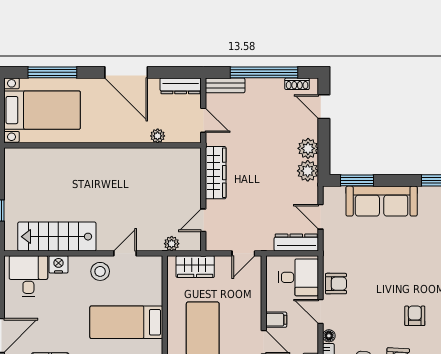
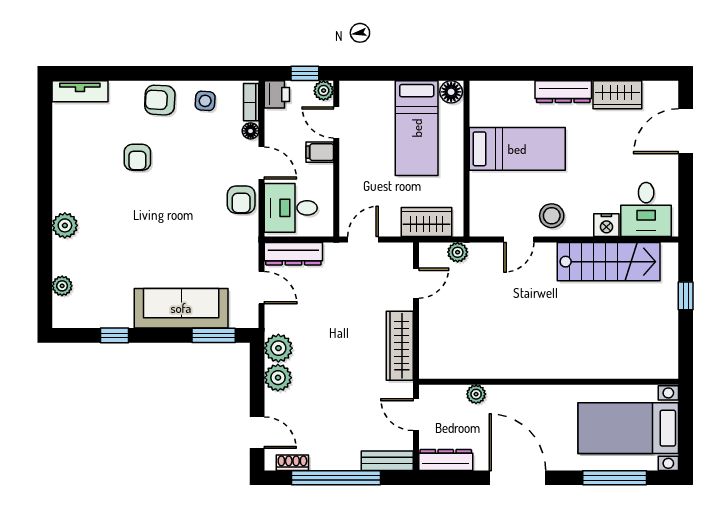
armchair: (336, 284) -> (241, 200), turned -90

